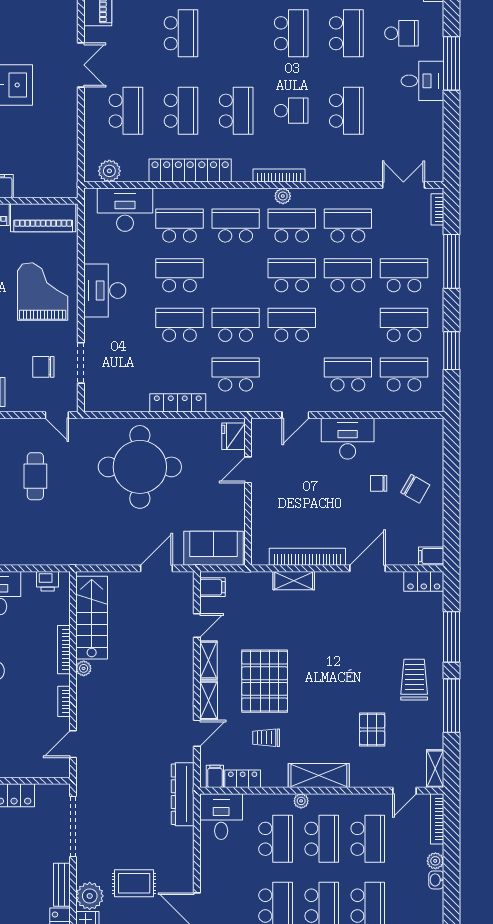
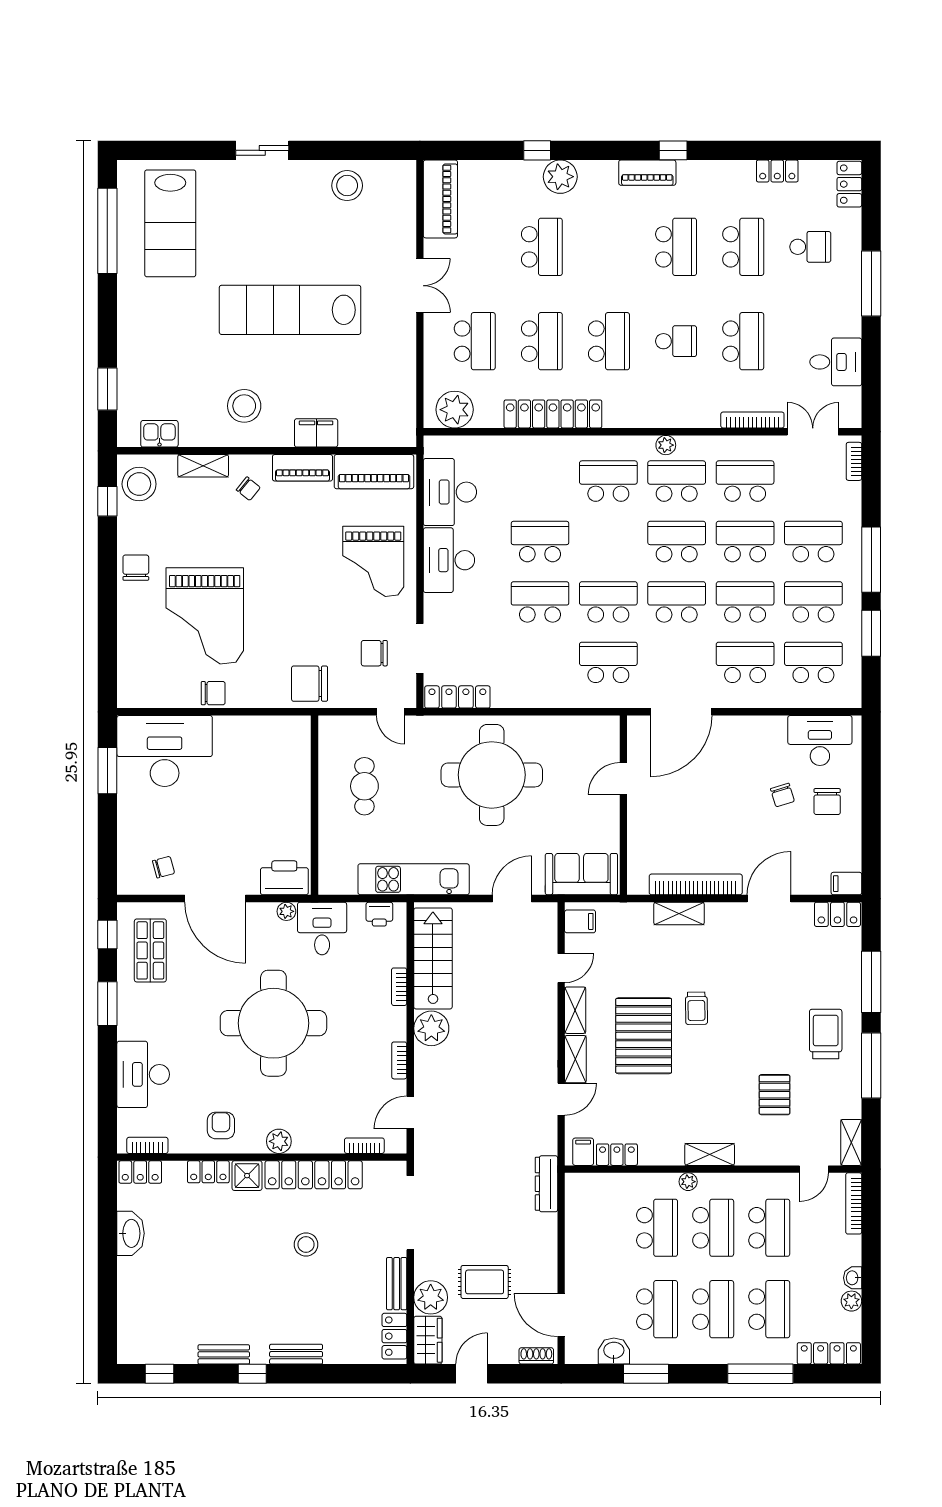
desk: (422, 81) -> (836, 362), moved
plant: (109, 171) -> (455, 410), width x1.36, depth x1.36
bookcase: (279, 175) -> (752, 420), moved
desk: (125, 210) -> (450, 492), moved, turned -90
school desk: (179, 226) -> (745, 602), moved
window: (451, 261) -> (871, 560), moved
grand piano: (43, 292) -> (373, 561), turned 180
locker: (178, 403) -> (457, 697), moved
door: (295, 415) -> (681, 712), width x1.88
fridge: (233, 436) -> (606, 738), removed
desk: (348, 439) -> (820, 740), moved
chair: (379, 483) -> (782, 795), turned -107
chair: (415, 489) -> (827, 802), turned 60
kitchen unit: (76, 553) -> (414, 879), added
bookcase: (64, 650) -> (399, 987), width x0.64
plant: (84, 668) -> (431, 1028), width x1.88, depth x1.88
trolley: (266, 738) -> (696, 1008), moved, turned -91
bookcase: (35, 771) -> (364, 1146), added
shelving: (319, 775) -> (710, 1154), width x0.67, depth x0.75
dresser: (183, 794) -> (547, 1184), width x0.73, depth x0.80
desk: (221, 817) -> (591, 1201), removed
plant: (435, 861) -> (851, 1301), moved

